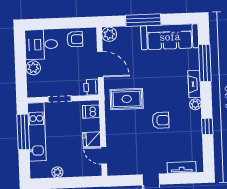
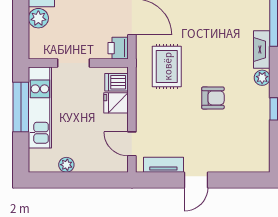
rug: (127, 99) -> (167, 66), turned 90
fridge: (92, 139) -> (116, 103), moved
tv unit: (182, 167) -> (163, 165), moved

